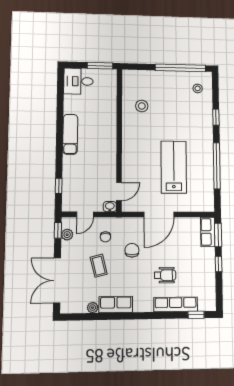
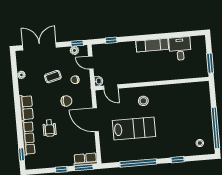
desk: (78, 81) -> (180, 49), moved
stool: (142, 106) -> (143, 101), moved
row of seats: (116, 304) -> (26, 108), moved

